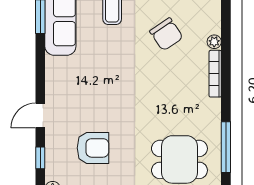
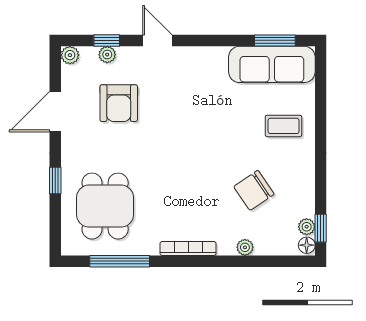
bookcase: (215, 74) -> (188, 248), moved
plant: (52, 158) -> (107, 55), added

